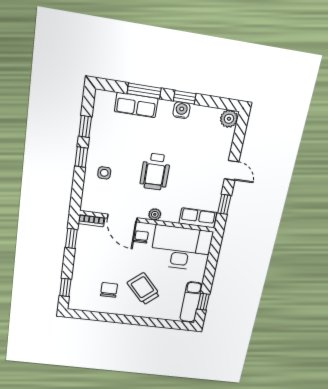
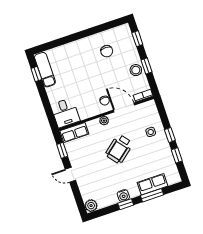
wheelchair: (155, 172) -> (119, 149), turned -129
window: (71, 238) -> (147, 66), moved
desk: (181, 248) -> (65, 113), width x0.53, depth x0.77
stool: (85, 254) -> (136, 70), added
trolley: (144, 289) -> (83, 64), removed

